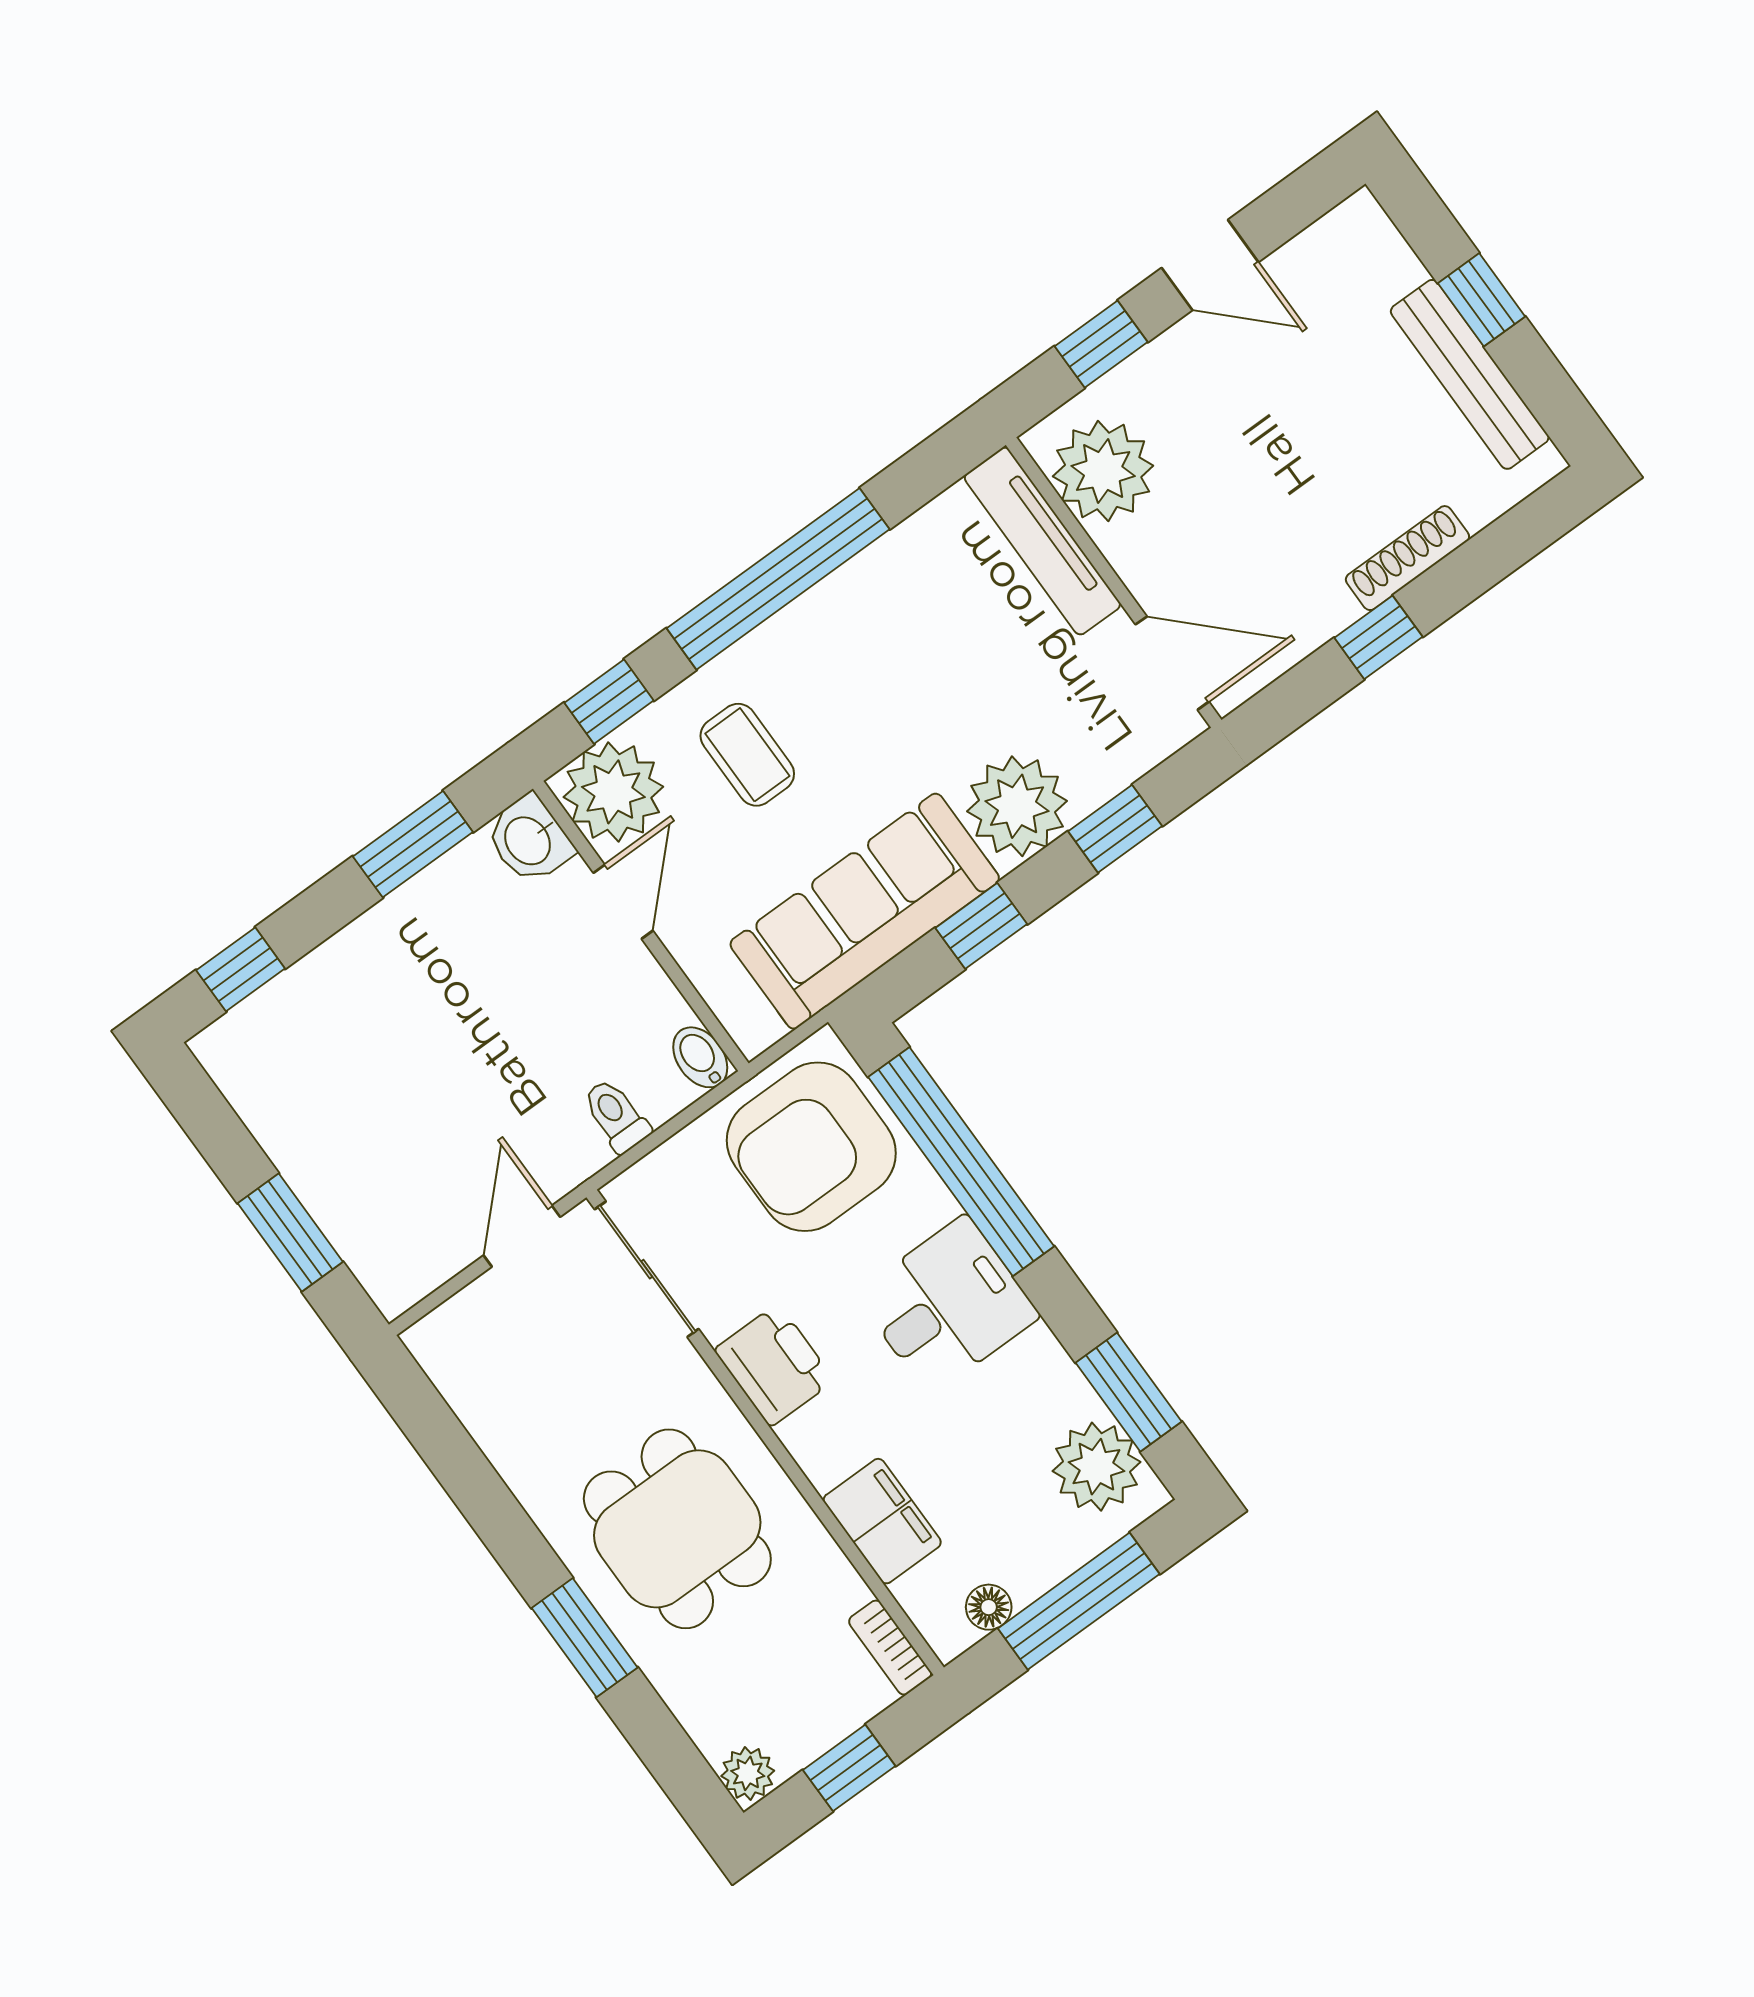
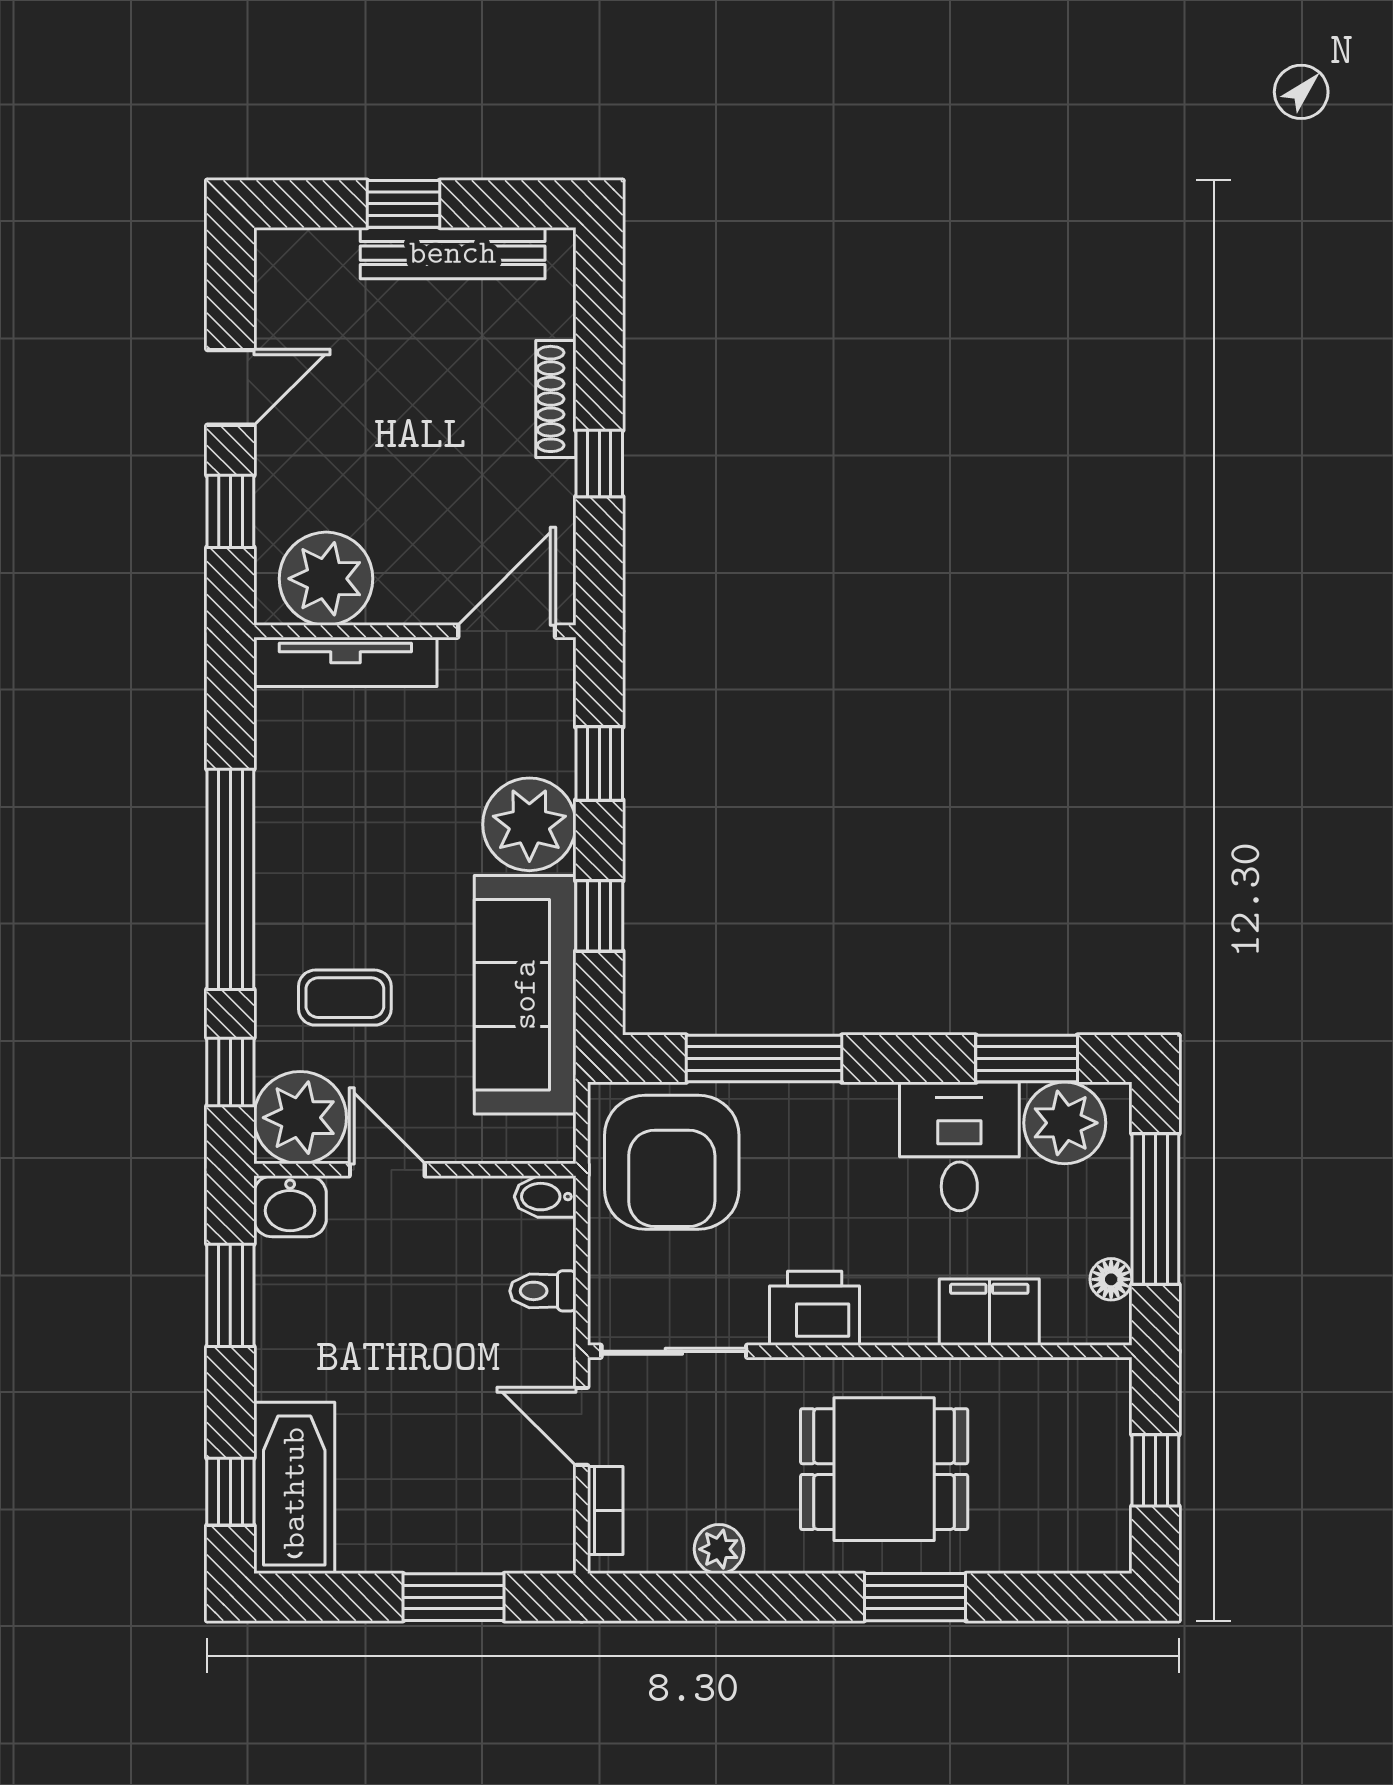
bathtub: (284, 1023) -> (294, 1488), added
window: (961, 1162) -> (764, 1059), width x0.68
desk: (948, 1305) -> (959, 1146), moved
bookcase: (890, 1648) -> (605, 1511), moved, turned -90
plant: (748, 1773) -> (719, 1549), moved

